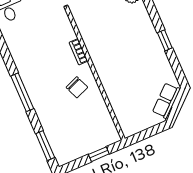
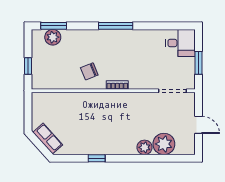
window: (22, 92) -> (116, 26), moved
plant: (57, 141) -> (53, 37), added

